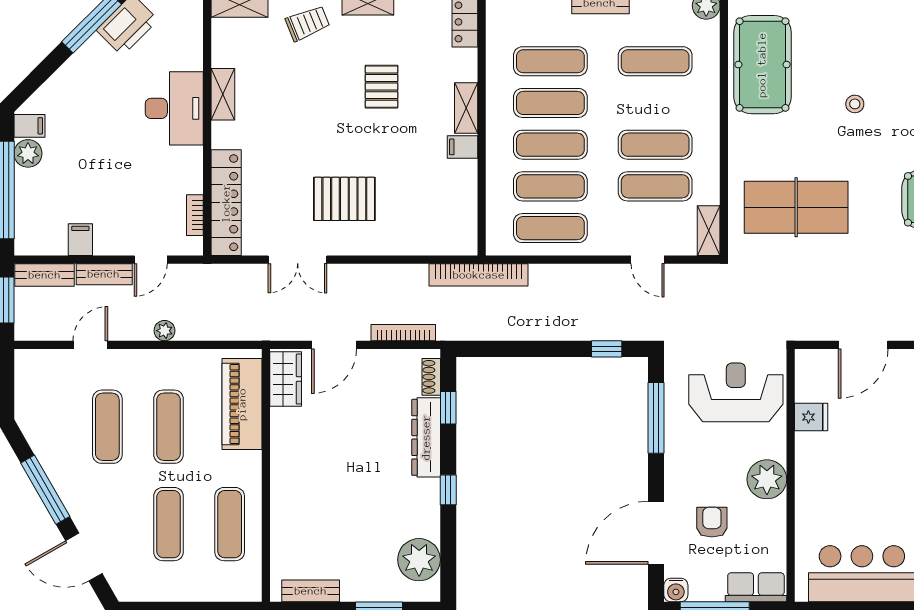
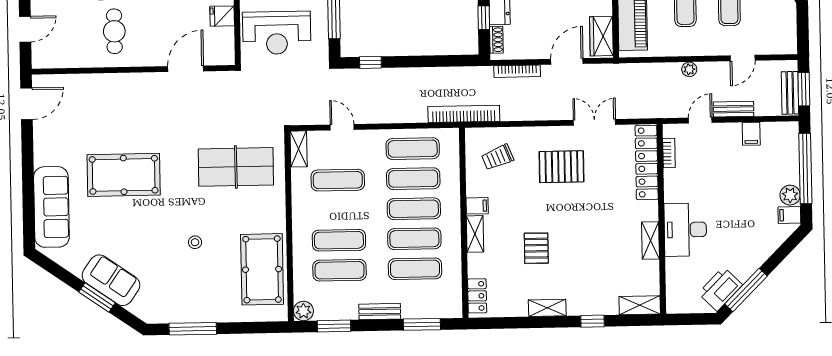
trolley: (308, 23) -> (498, 157), moved
exercise mat: (655, 145) -> (339, 240), moved
bench: (45, 275) -> (790, 93), moved, turned 90

